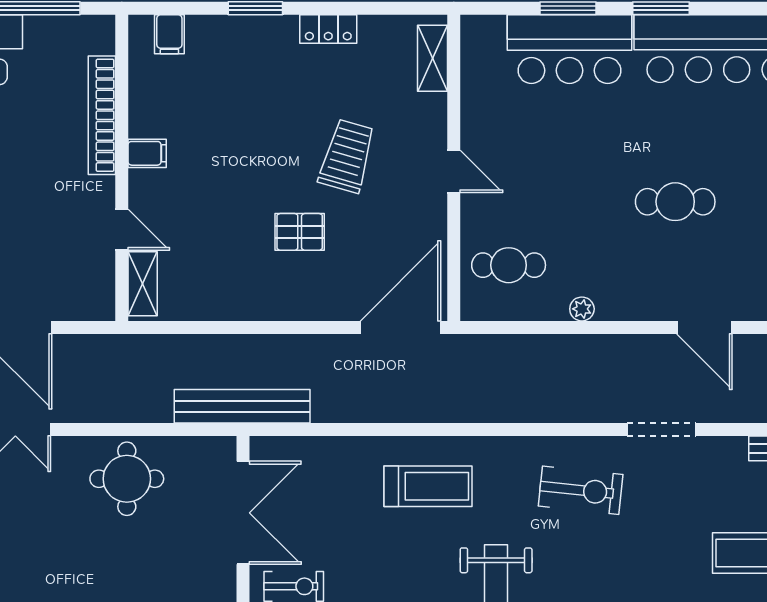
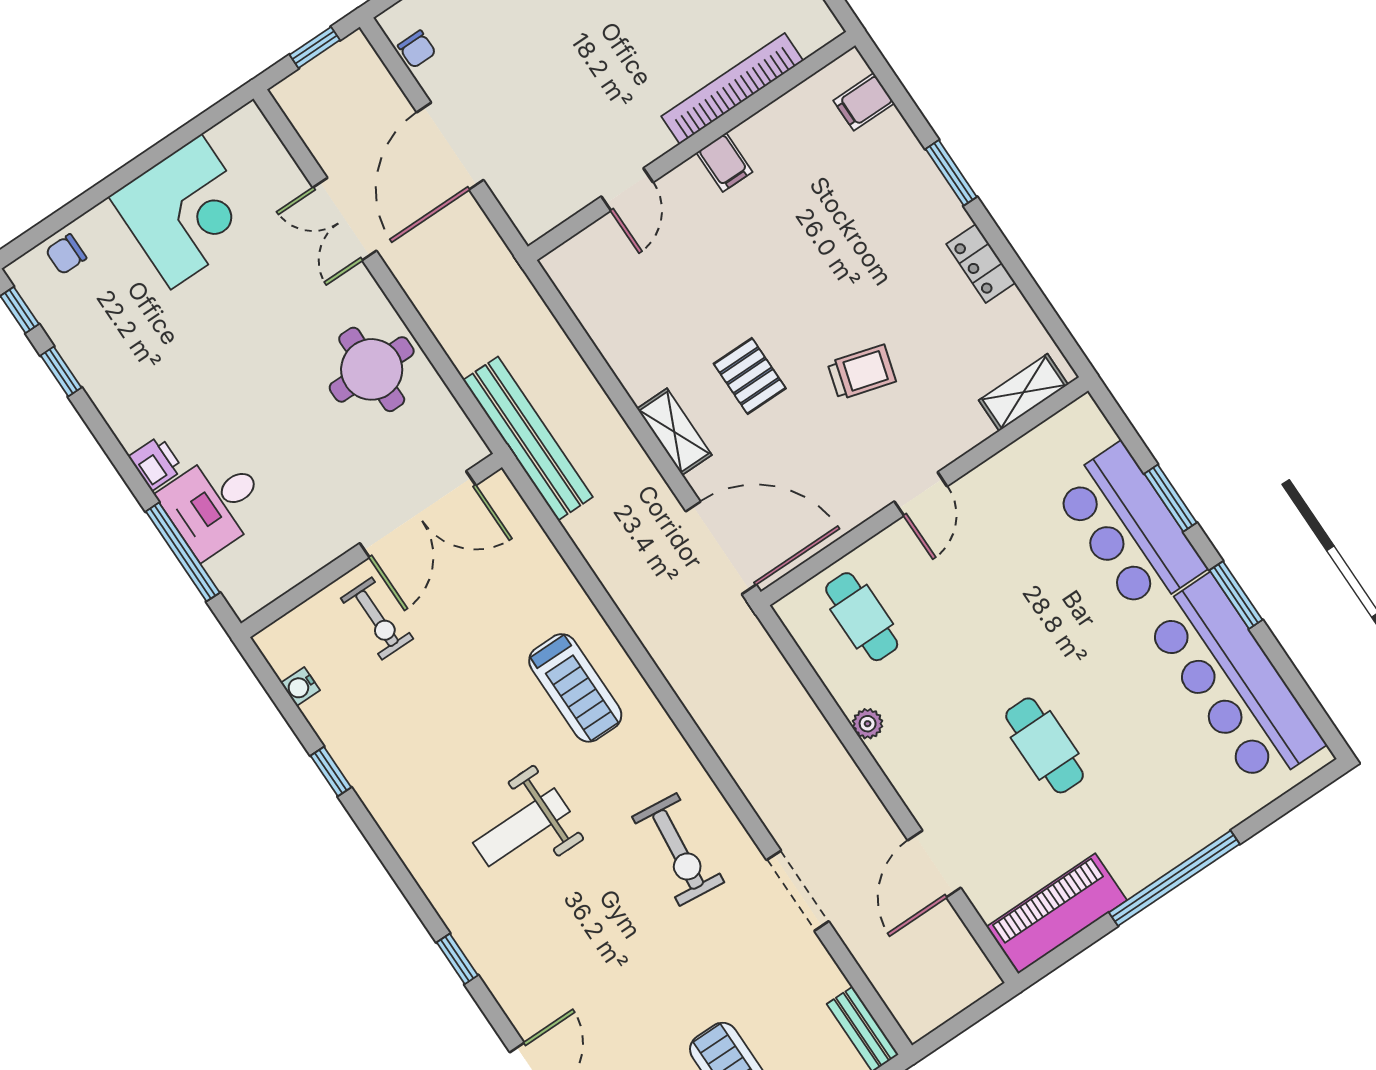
trolley: (347, 156) -> (862, 372), width x0.73, depth x0.72
shelving: (143, 284) -> (674, 432), moved, turned 90

